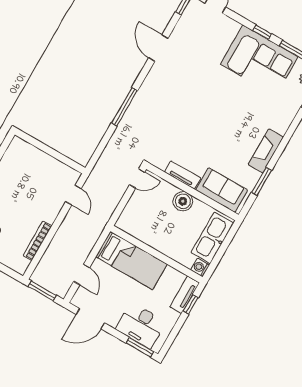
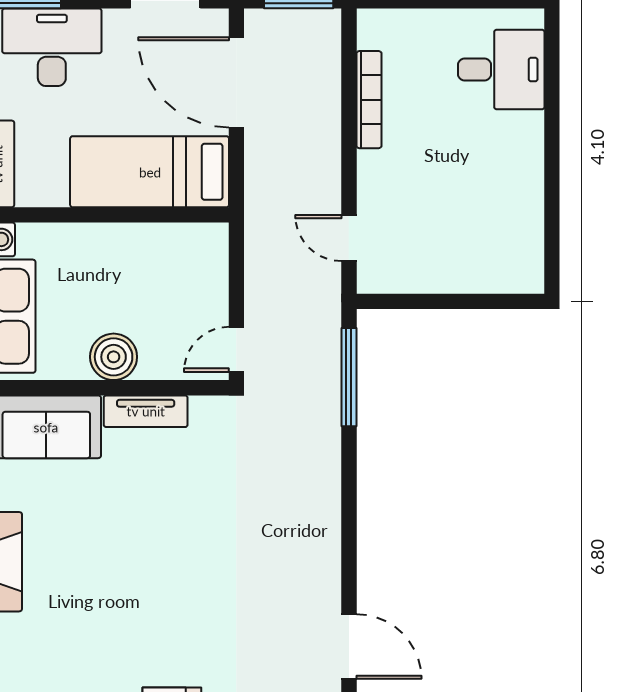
window: (124, 107) -> (349, 377), moved
door: (82, 275) -> (236, 82), width x1.88

